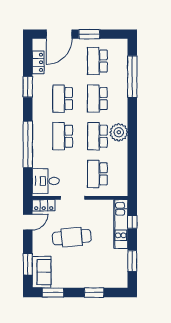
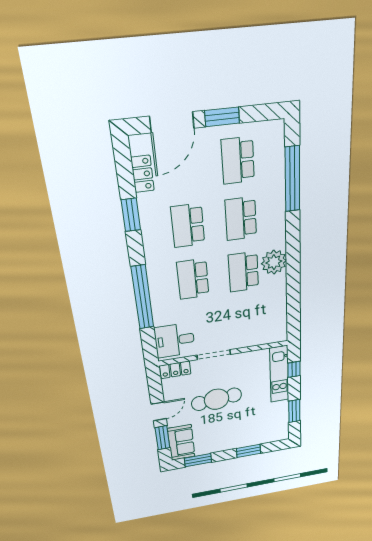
school desk: (97, 174) -> (246, 320), removed
door: (28, 222) -> (159, 411), moved

